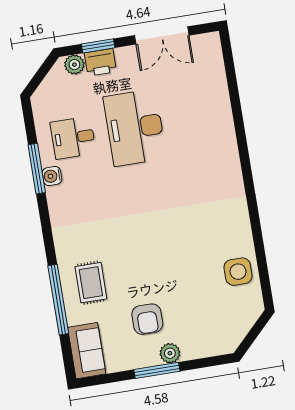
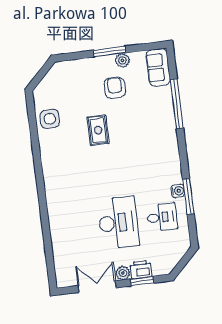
plant: (74, 65) -> (123, 273), moved
rug: (91, 283) -> (98, 130), moved
plant: (170, 353) -> (122, 60), moved

